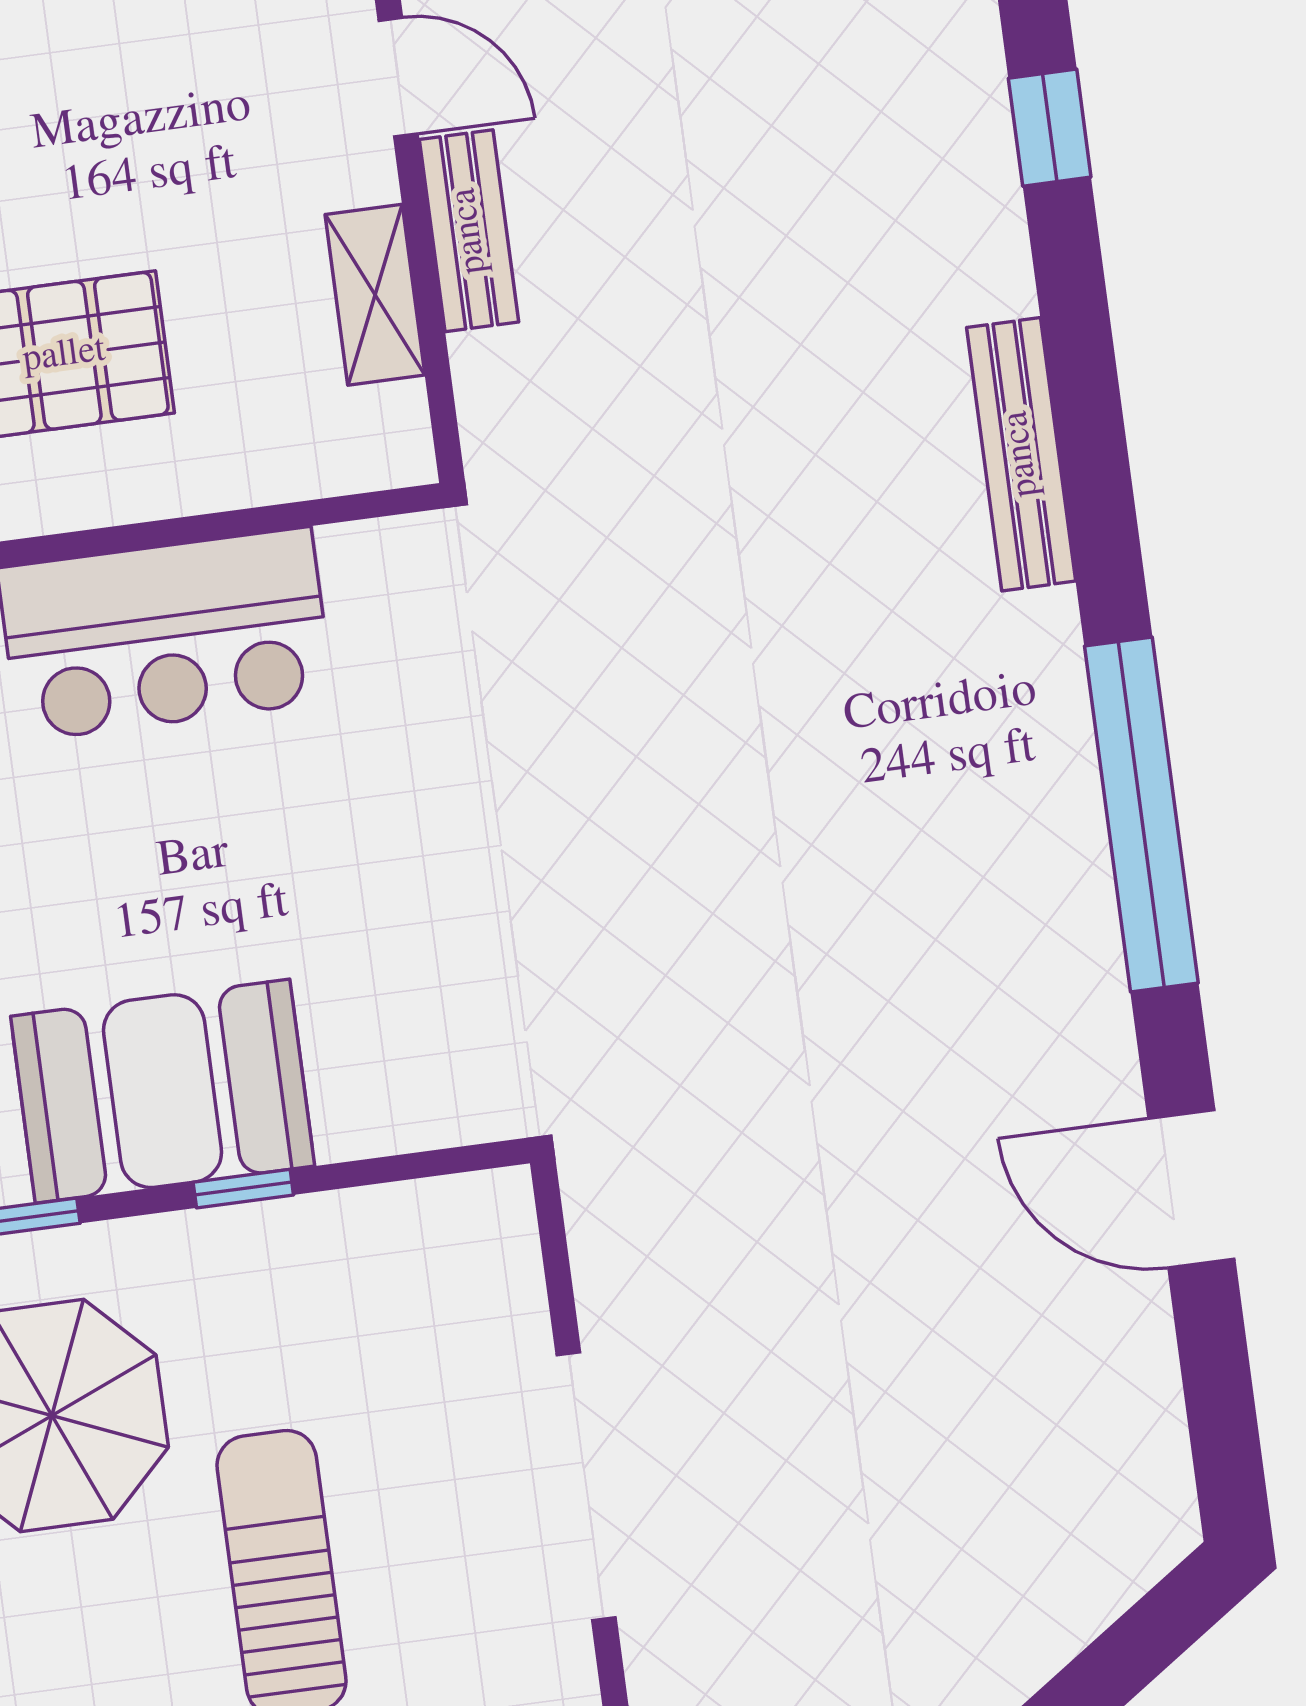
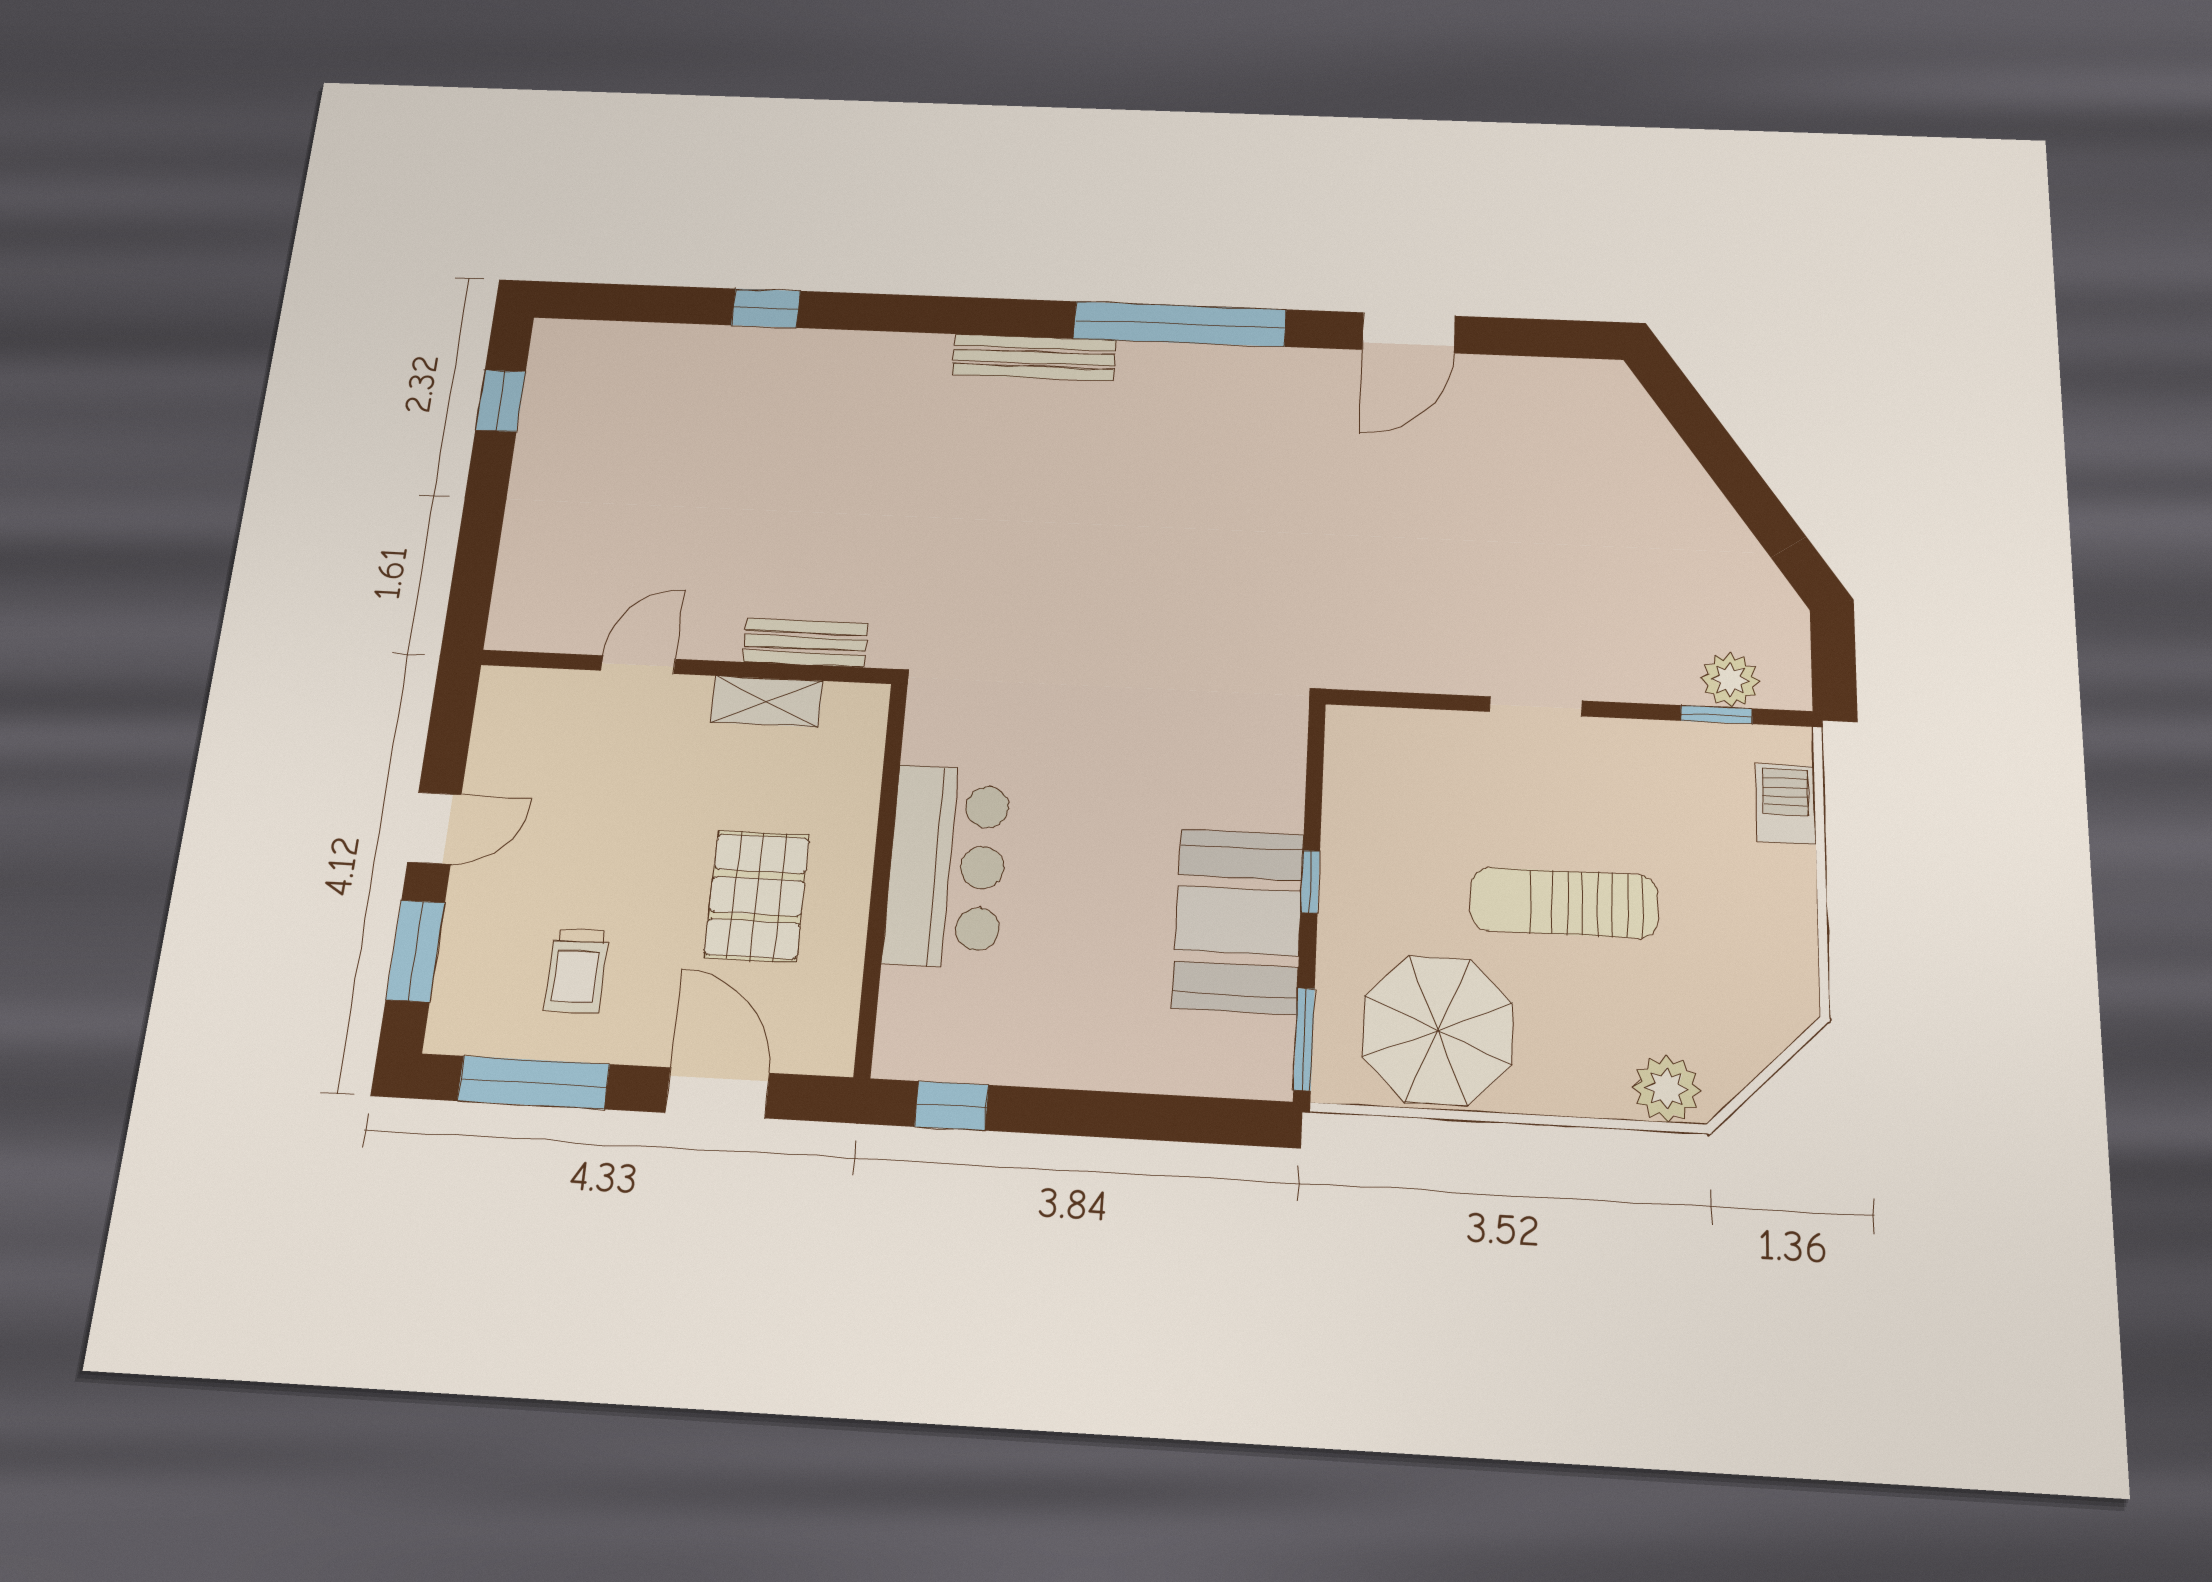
bench: (469, 231) -> (805, 643), moved
bench: (1021, 454) -> (1034, 357), moved
doorway: (586, 1486) -> (1536, 706), width x0.53

